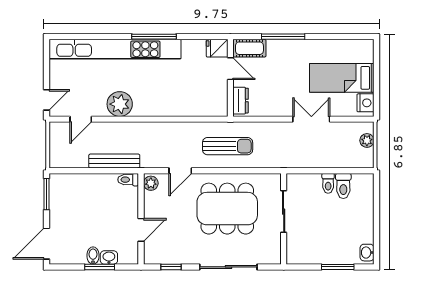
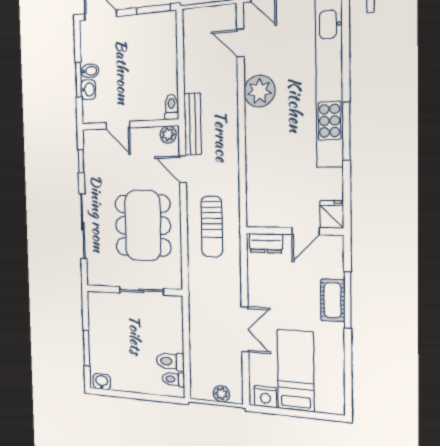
cot: (249, 48) -> (333, 300), moved
bench: (114, 161) -> (193, 124), moved
toilet: (328, 183) -> (173, 379), moved

